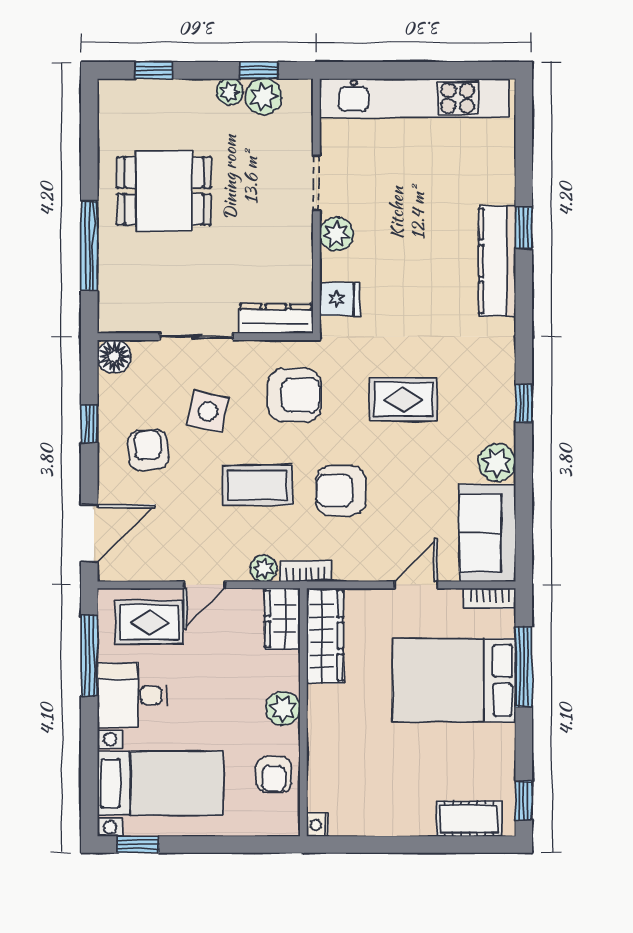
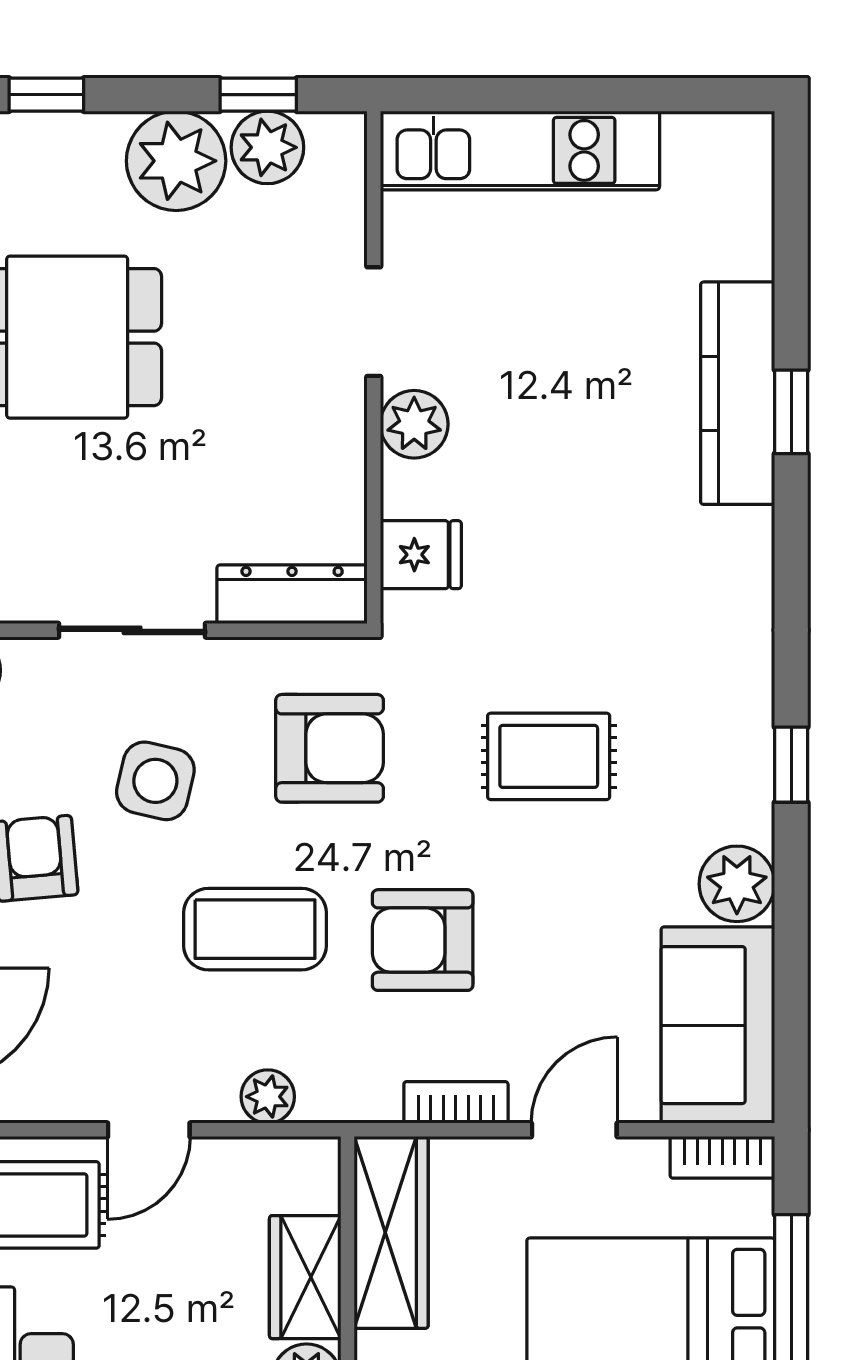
plant: (230, 92) -> (176, 161), width x1.88, depth x1.88
kitchen unit: (414, 98) -> (520, 150), width x0.73
kitchen counter: (497, 261) -> (738, 393), moved
bookcase: (305, 571) -> (456, 1102), moved
wardrobe: (282, 619) -> (305, 1277), moved

